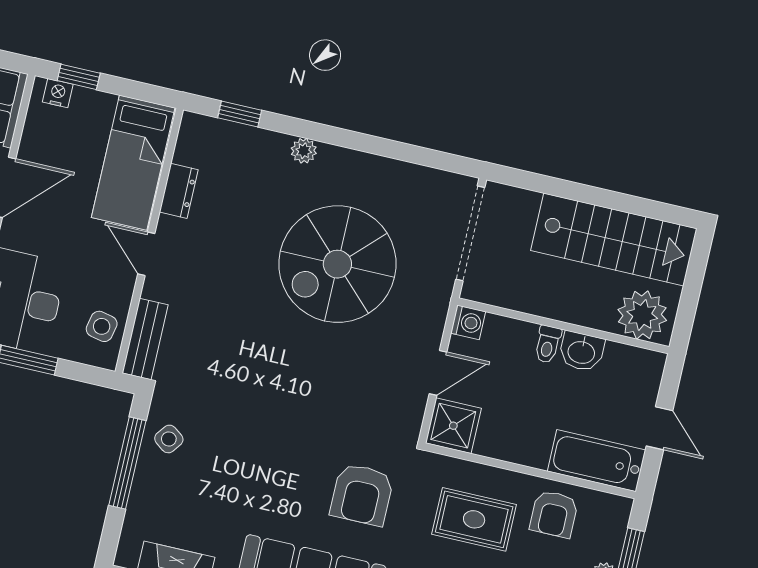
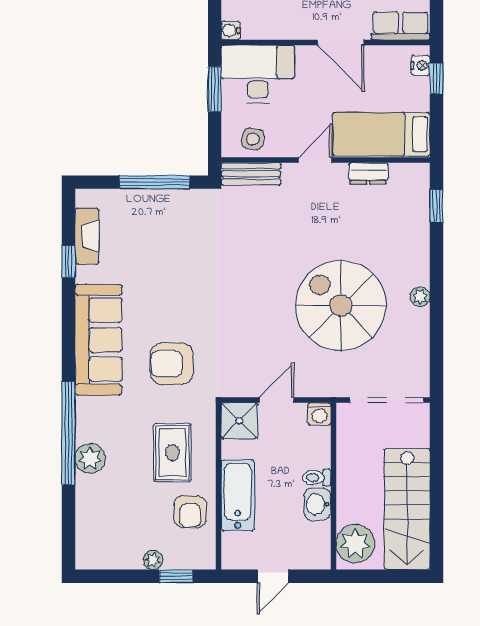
plant: (304, 151) -> (420, 297), moved
door: (438, 373) -> (276, 400), swing flipped
side table: (169, 439) -> (180, 209), removed
bathtub: (597, 461) -> (238, 495), moved
armchair: (554, 514) -> (190, 512), turned -90

